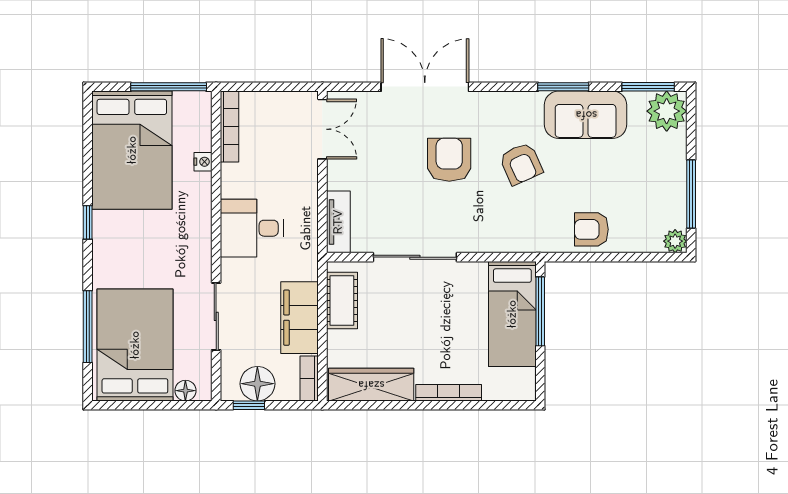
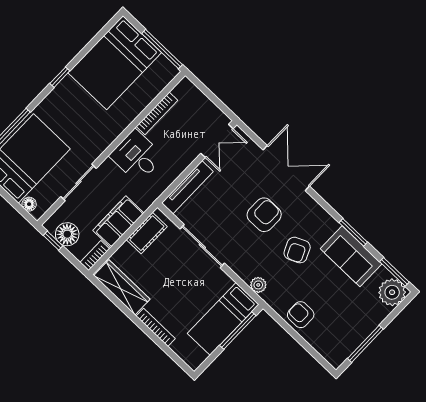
bookcase: (229, 127) -> (157, 113), moved
nightstand: (203, 162) -> (144, 101), removed
tv unit: (338, 222) -> (187, 187), width x1.41
plant: (675, 241) -> (258, 285), moved

